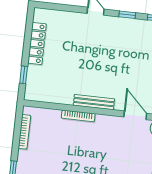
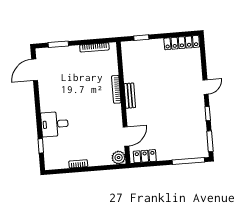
locker: (37, 44) -> (182, 43), moved
bench: (94, 102) -> (130, 96), width x0.73

